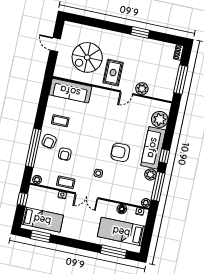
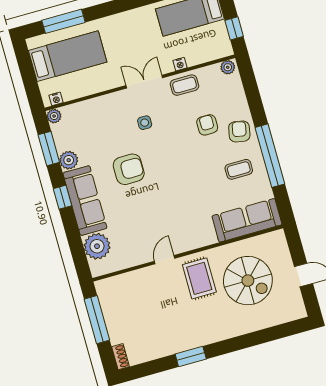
spiral stairs: (87, 57) -> (248, 281), turned 90
plant: (142, 89) -> (146, 277), removed
window: (33, 148) -> (270, 156), moved
window: (158, 186) -> (49, 149), width x0.69
floor lamp: (122, 209) -> (84, 89), removed

